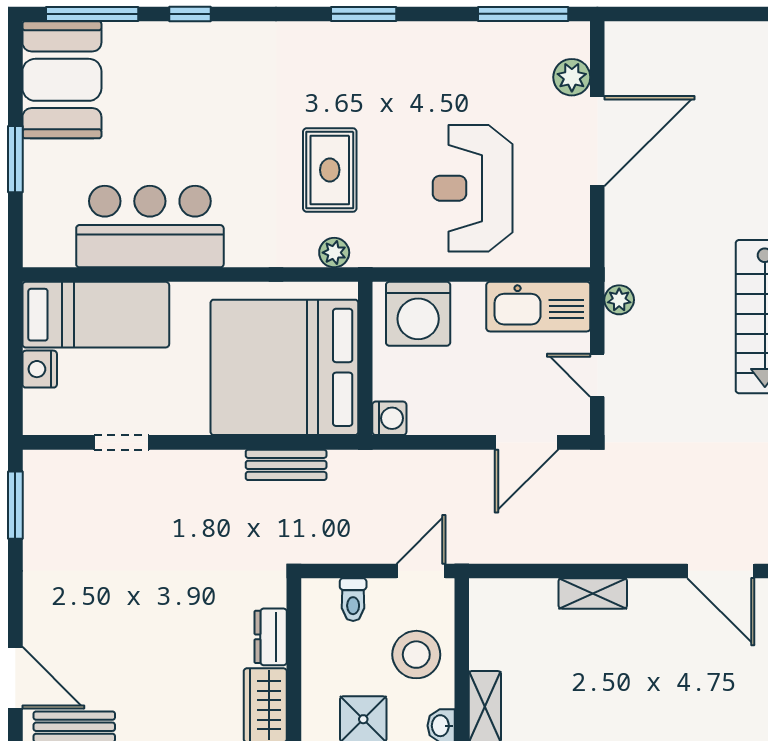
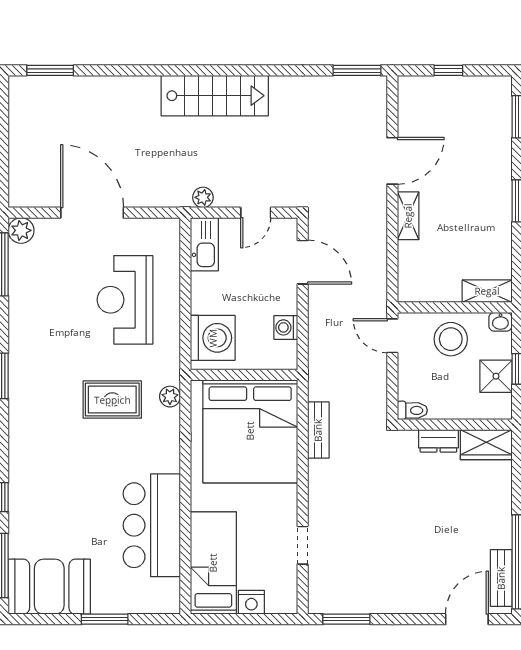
plant: (572, 77) -> (21, 230), moved
reception desk: (473, 188) -> (125, 300), turned 90
kitchen sink: (538, 307) -> (204, 244), width x0.73, depth x0.81
washing machine: (389, 418) -> (286, 327), moved, turned -90
door: (721, 571) -> (392, 161), moved
toilet: (353, 600) -> (412, 410), moved

